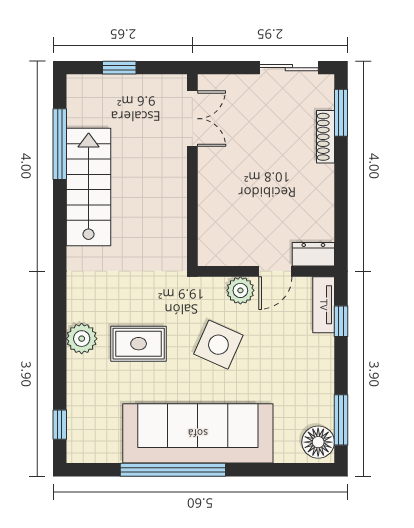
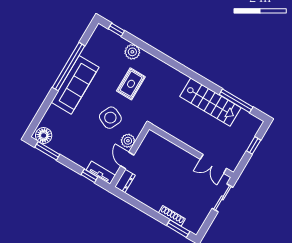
sliding door: (289, 68) -> (222, 198), moved
plant: (82, 339) -> (132, 52), moved
sofa: (198, 433) -> (75, 85), width x0.74, depth x0.79

